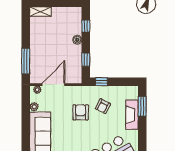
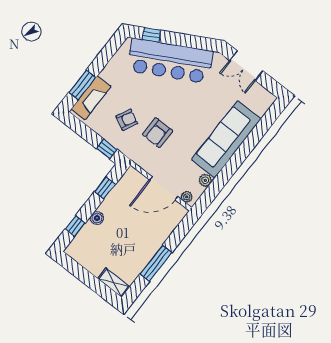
window: (26, 61) -> (156, 263), moved
fireplace: (132, 115) -> (91, 98), moved

